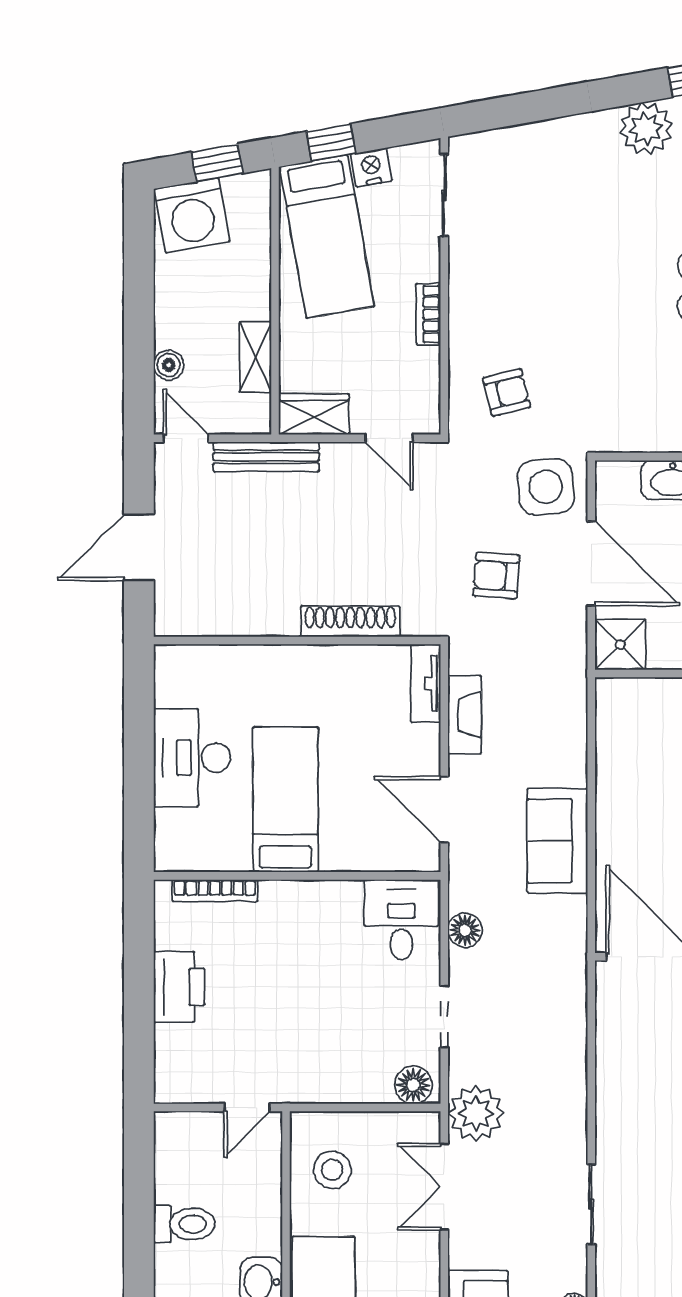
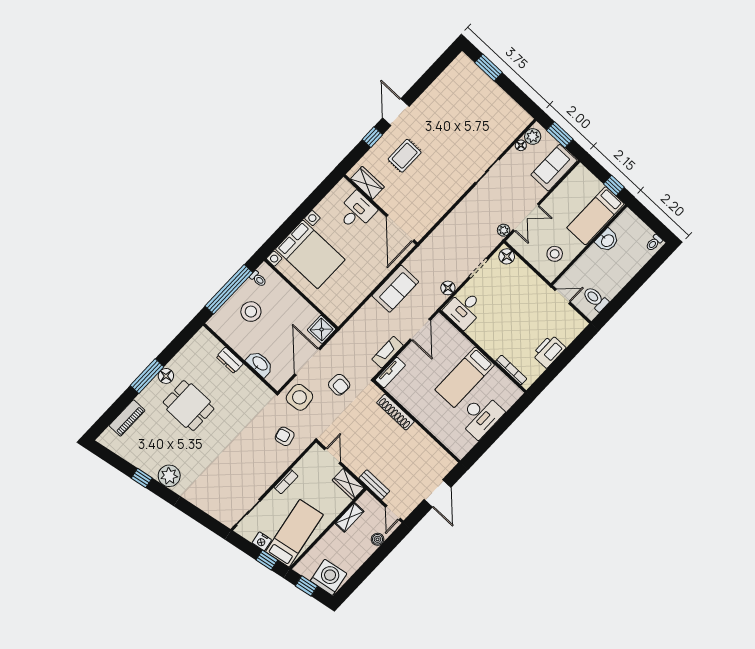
bench: (266, 457) -> (374, 485), width x0.73
door: (139, 547) -> (438, 493), hinge flipped
plant: (476, 1113) -> (504, 230), width x0.53, depth x0.53
toilet: (184, 1224) -> (595, 299), moved

